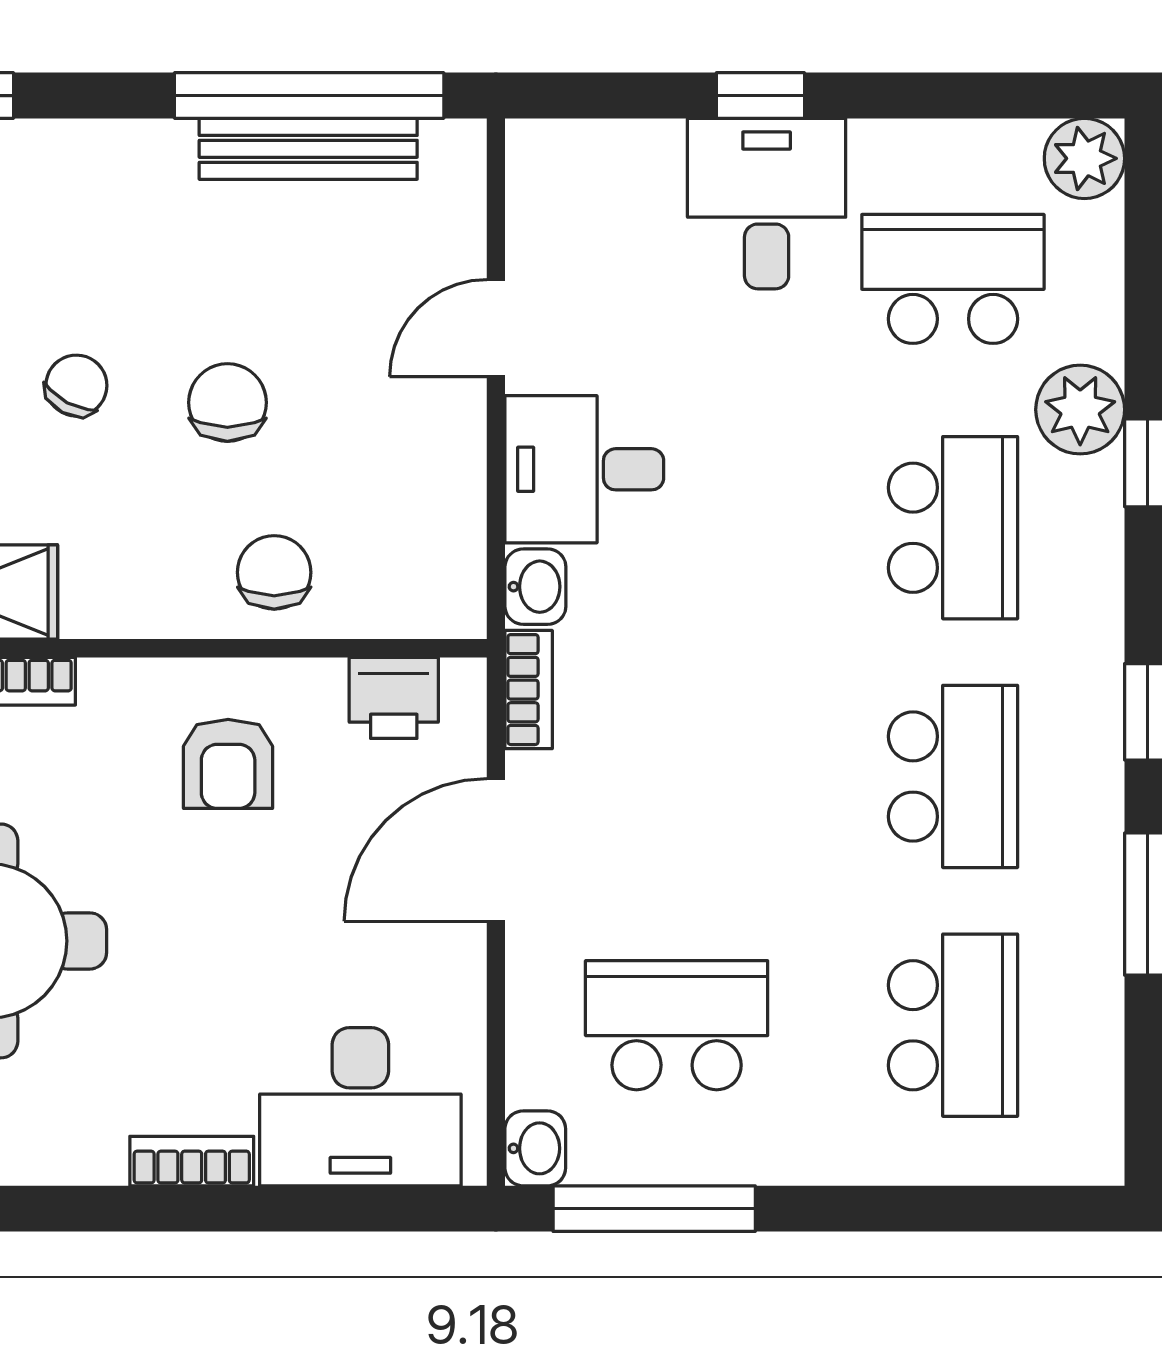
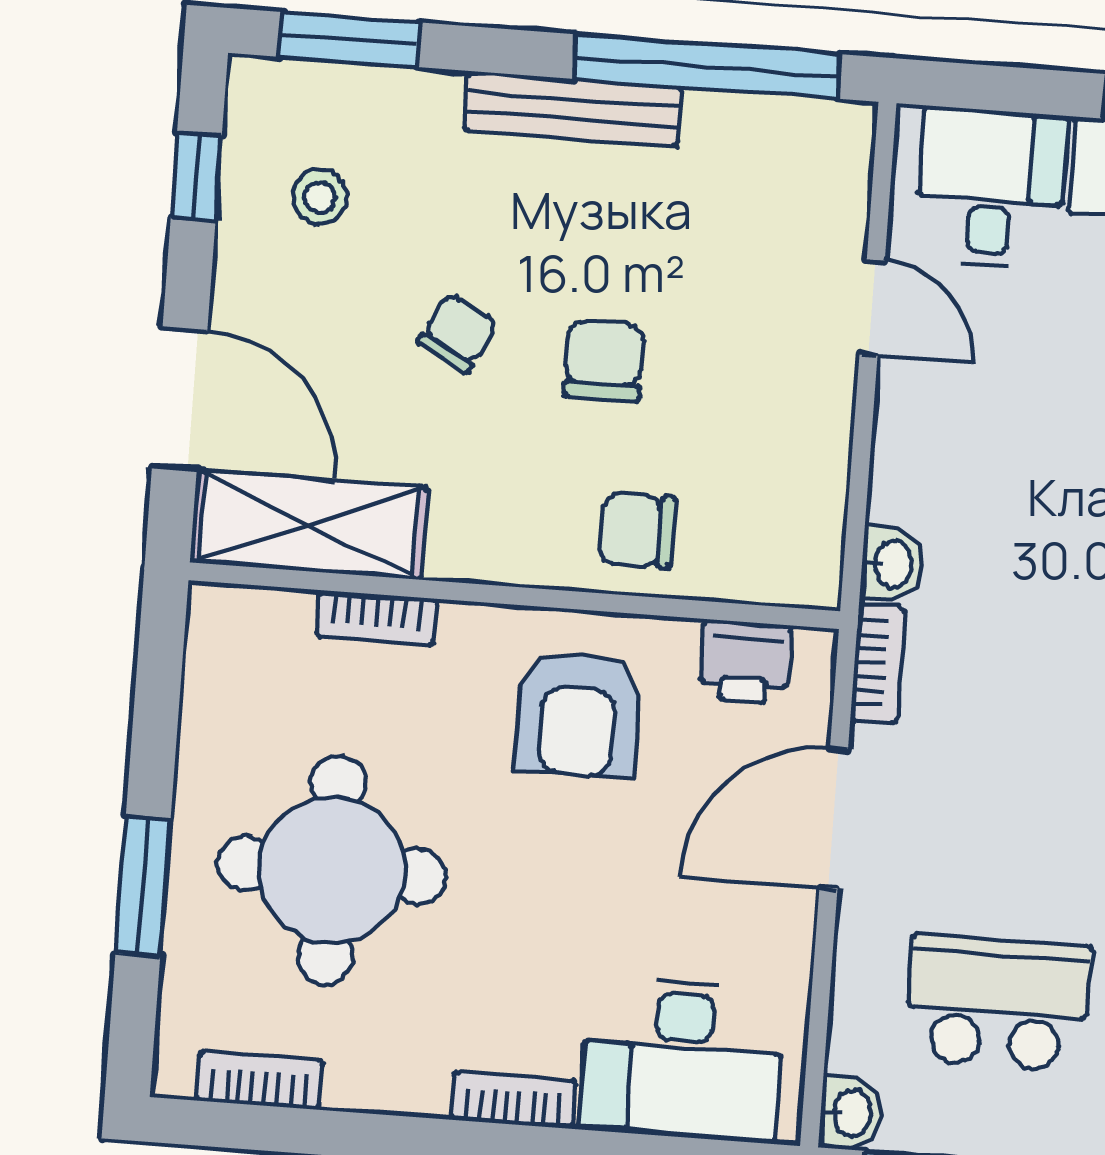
bench: (308, 149) -> (573, 109), moved
door: (496, 328) -> (872, 308), swing flipped
desk: (584, 469) -> (991, 188), moved, turned 90
chair: (274, 572) -> (637, 530), turned -90
armchair: (228, 764) -> (578, 714), width x1.38, depth x1.38

